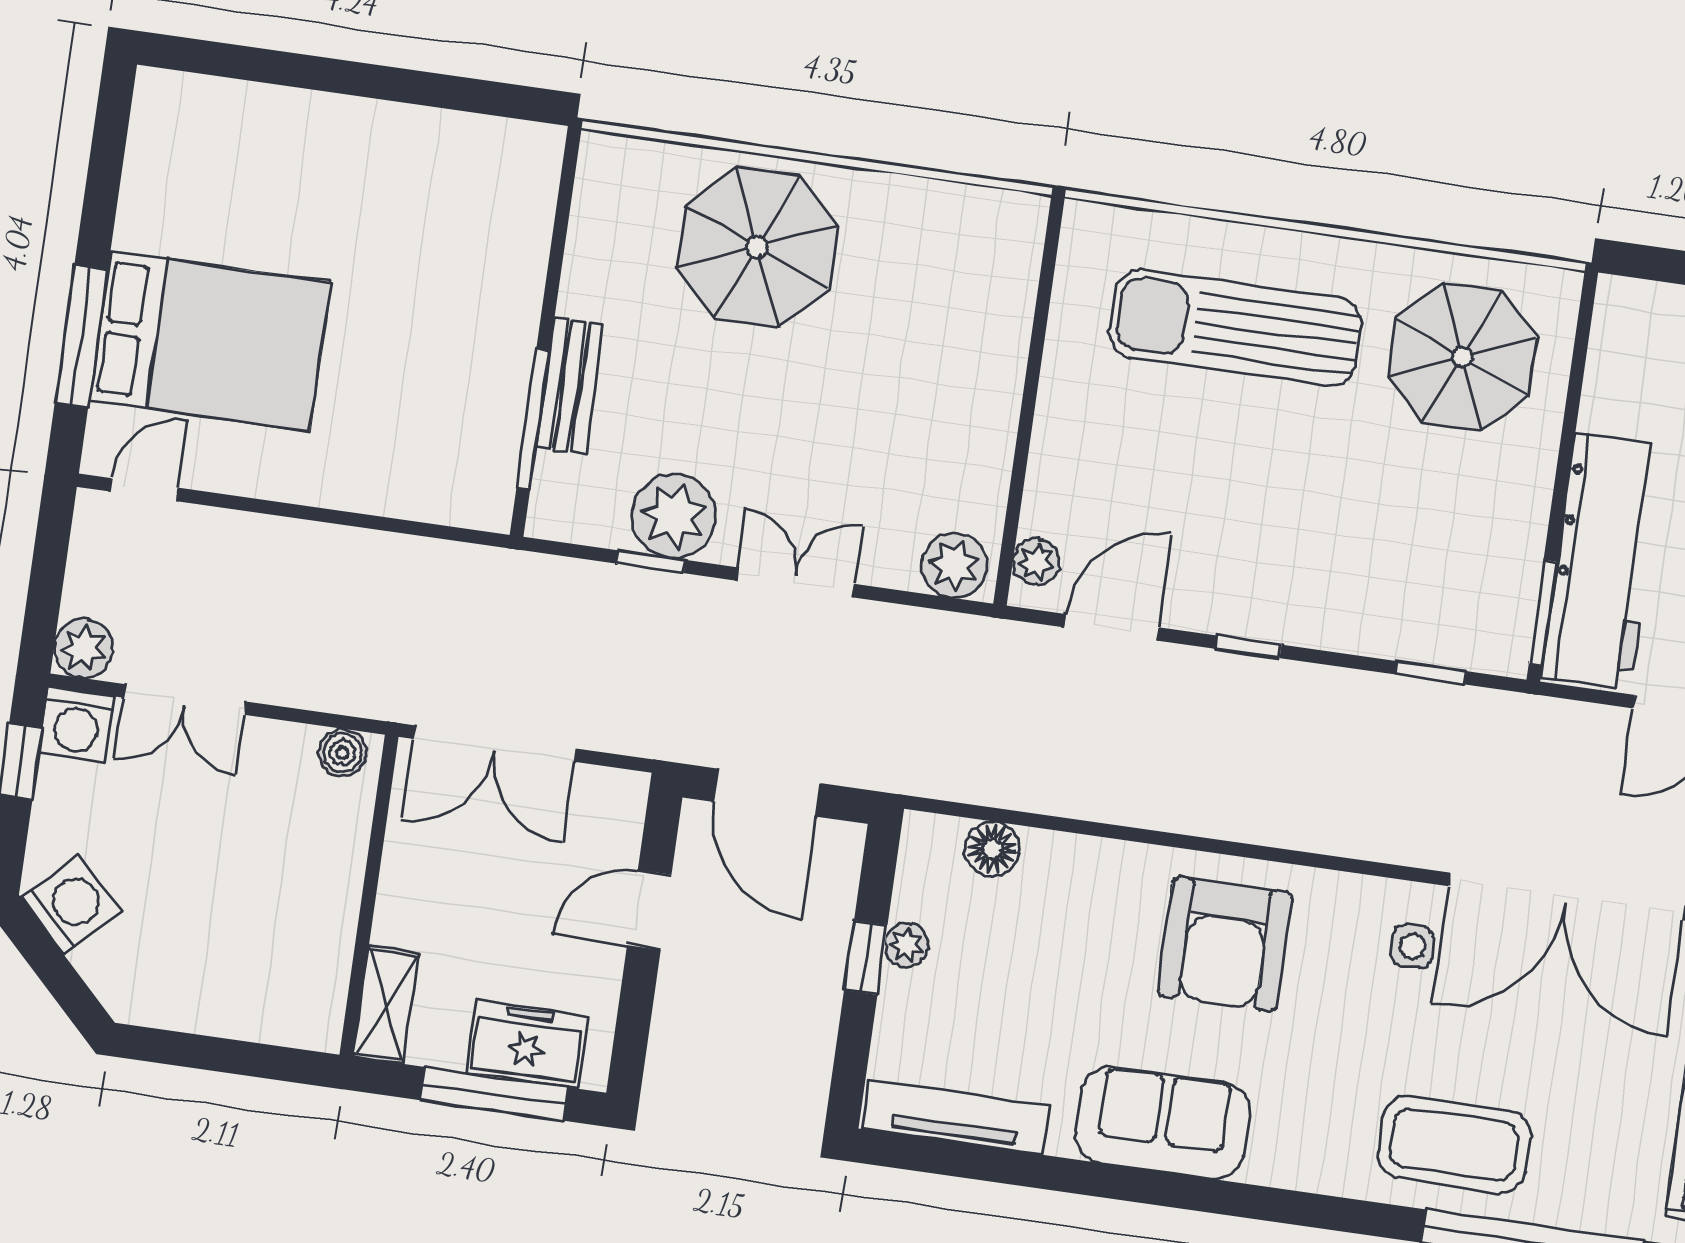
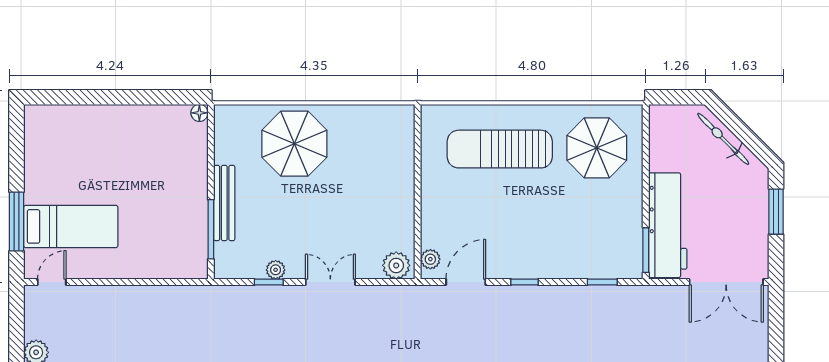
floor lamp: (545, 143) -> (199, 113), added
bed: (210, 341) -> (71, 226), width x0.67
bench: (570, 386) -> (224, 203), width x1.36
plant: (674, 516) -> (276, 270), width x0.53, depth x0.53

